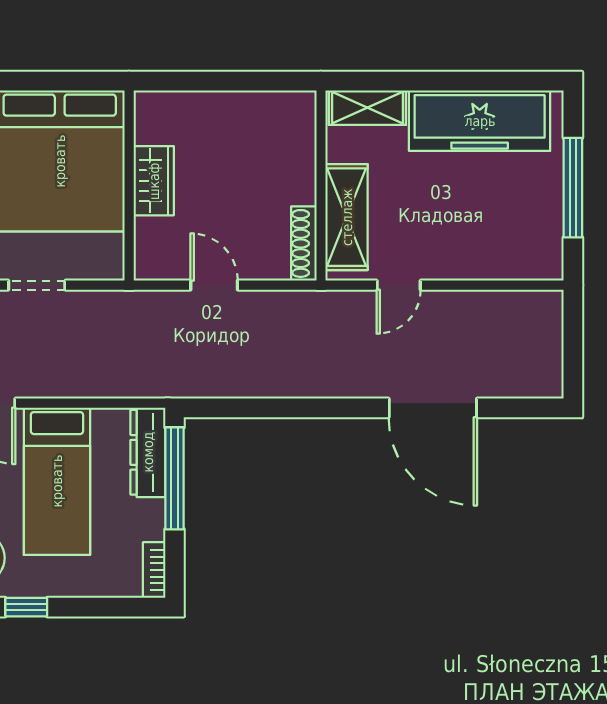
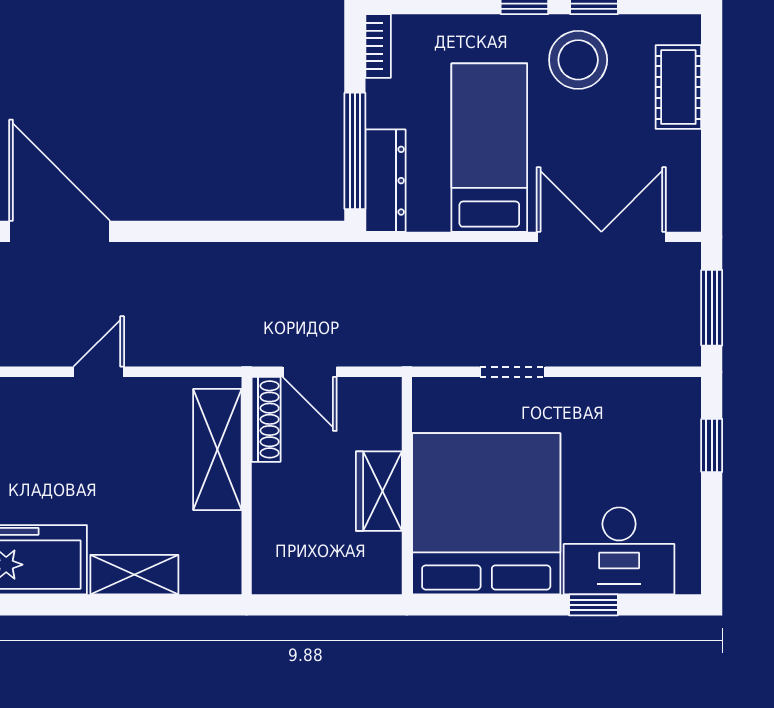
wall: (321, 186) -> (247, 486), moved
shelving: (347, 217) -> (217, 449), moved
shoe rack: (304, 243) -> (266, 419), moved

